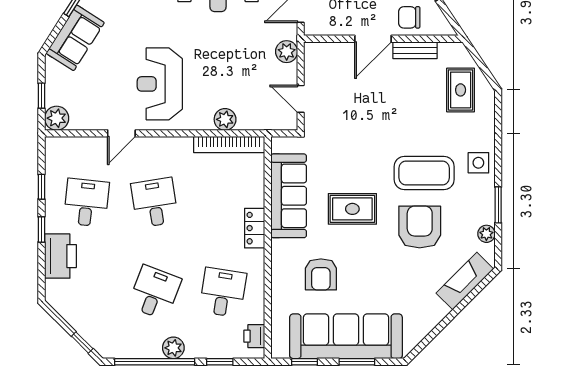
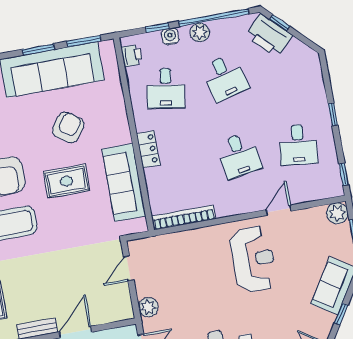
door: (301, 99) -> (129, 268), swing flipped
plant: (225, 119) -> (191, 239), removed
window: (41, 187) -> (344, 174), moved
printer: (60, 256) -> (269, 36), moved, turned -45
armchair: (321, 274) -> (68, 127), moved, turned 36
desk: (155, 292) -> (225, 78), turned -36
water cooler: (207, 349) -> (170, 36), added
window: (304, 362) -> (84, 41), width x1.50

